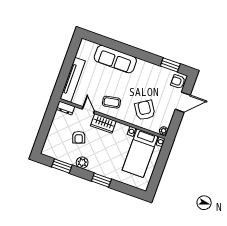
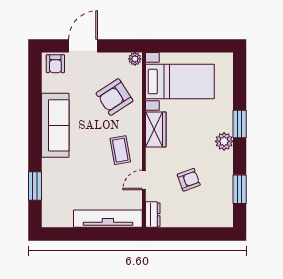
sofa: (115, 59) -> (55, 125), moved
window: (170, 65) -> (35, 186), moved
door: (183, 102) -> (83, 46), hinge flipped
wardrobe: (103, 123) -> (156, 129), moved
plant: (82, 163) -> (224, 141), moved

